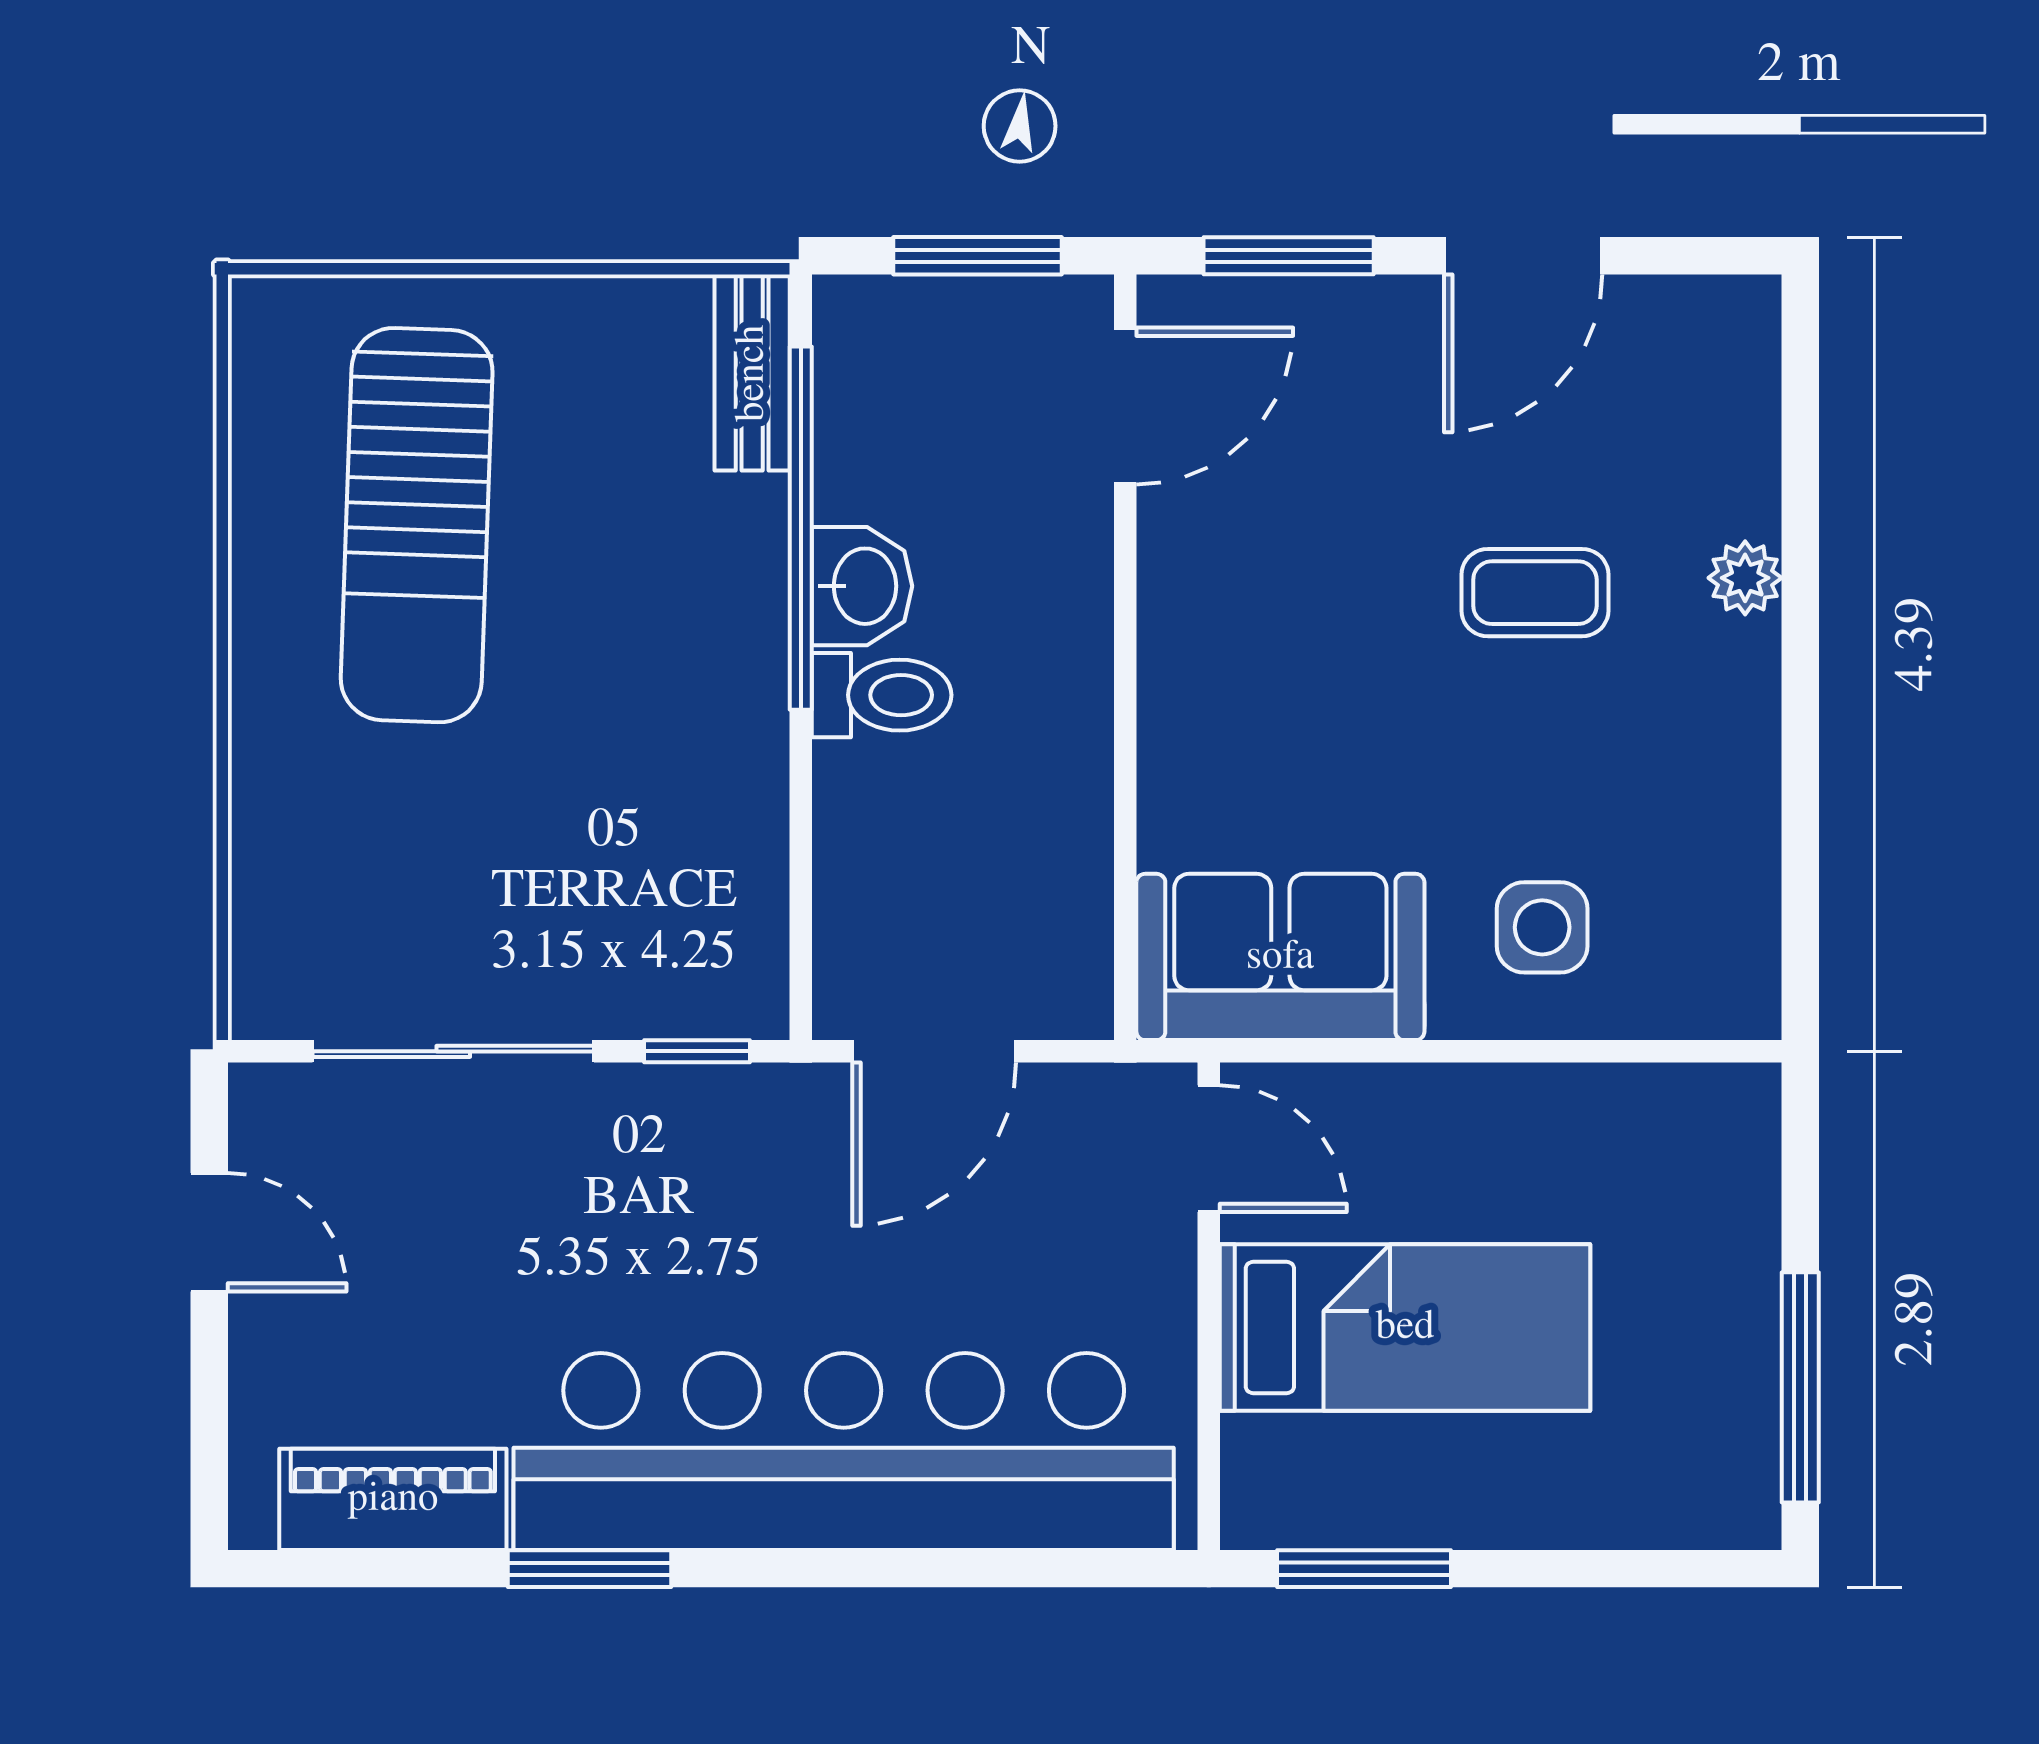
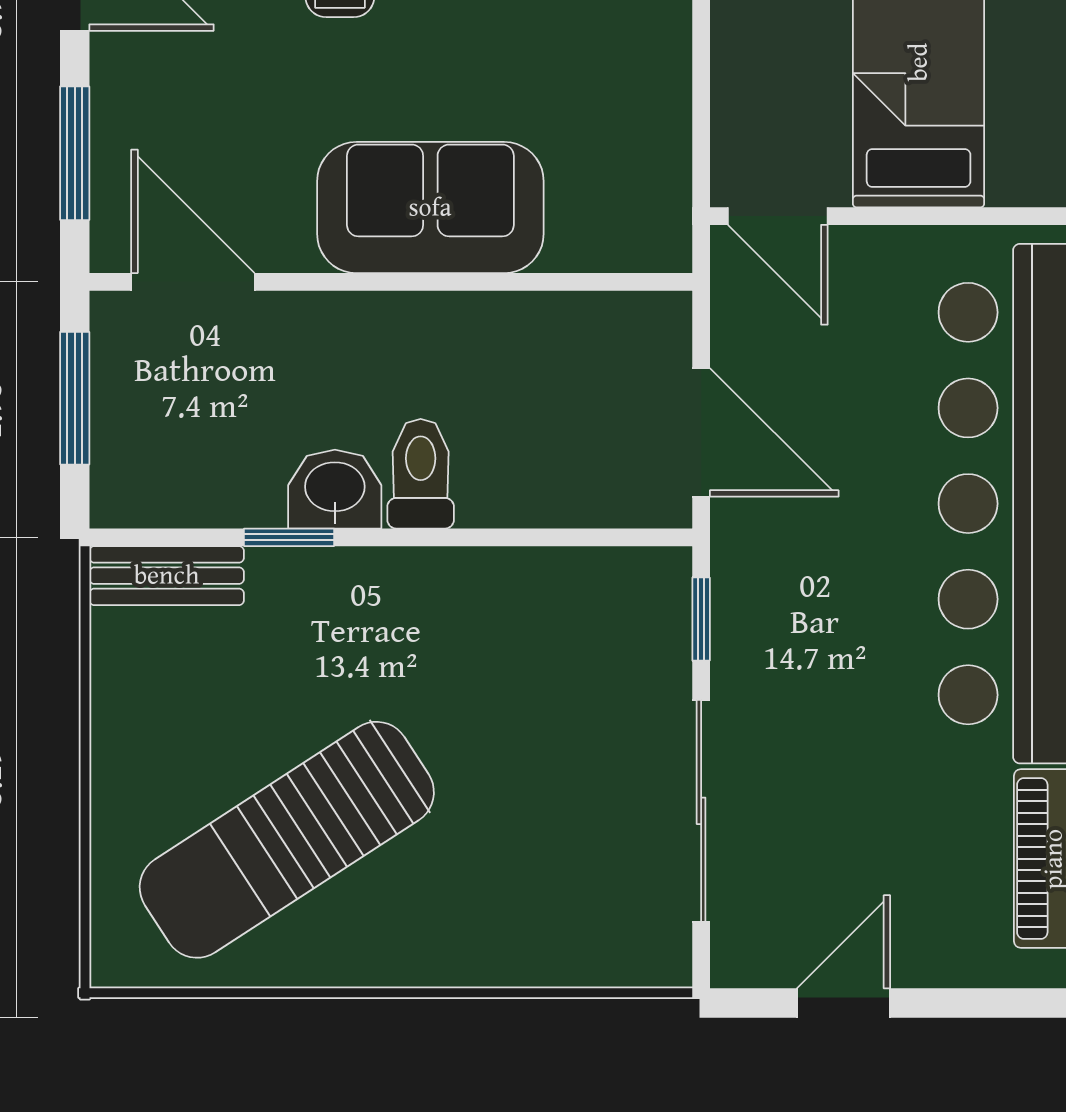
sun lounger: (417, 525) -> (287, 840), turned 145
window: (801, 528) -> (289, 537), width x0.32
sofa: (1280, 957) -> (430, 208), moved, turned 90
door: (1209, 1149) -> (778, 216), swing flipped

